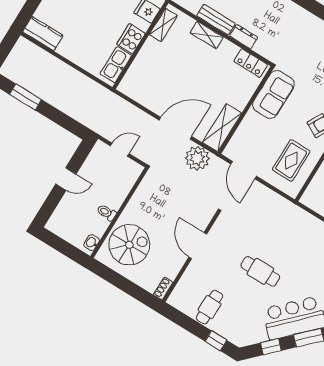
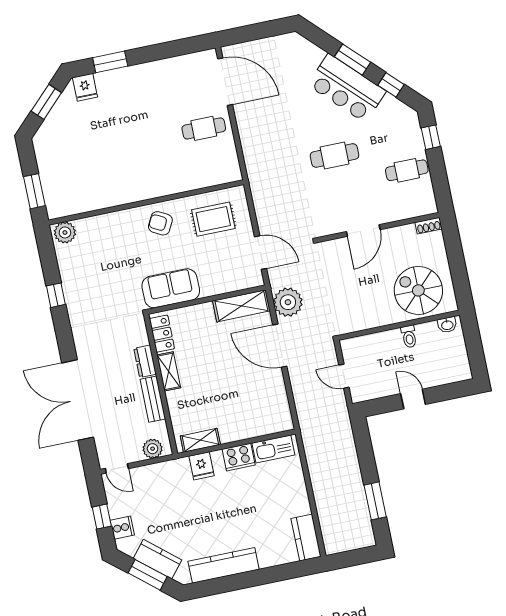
shelving: (207, 35) -> (169, 371), moved
door: (244, 170) -> (260, 253), hinge flipped
cafe table: (260, 271) -> (334, 155), turned 90

